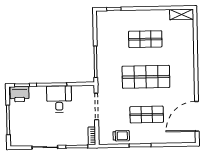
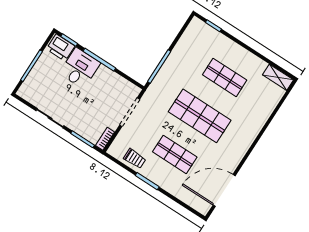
desk: (59, 99) -> (80, 68), moved

